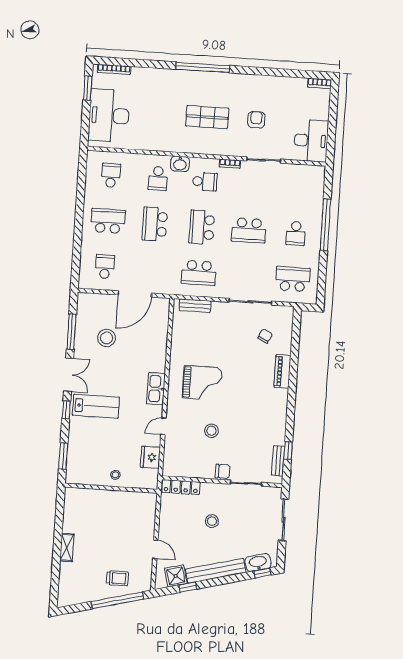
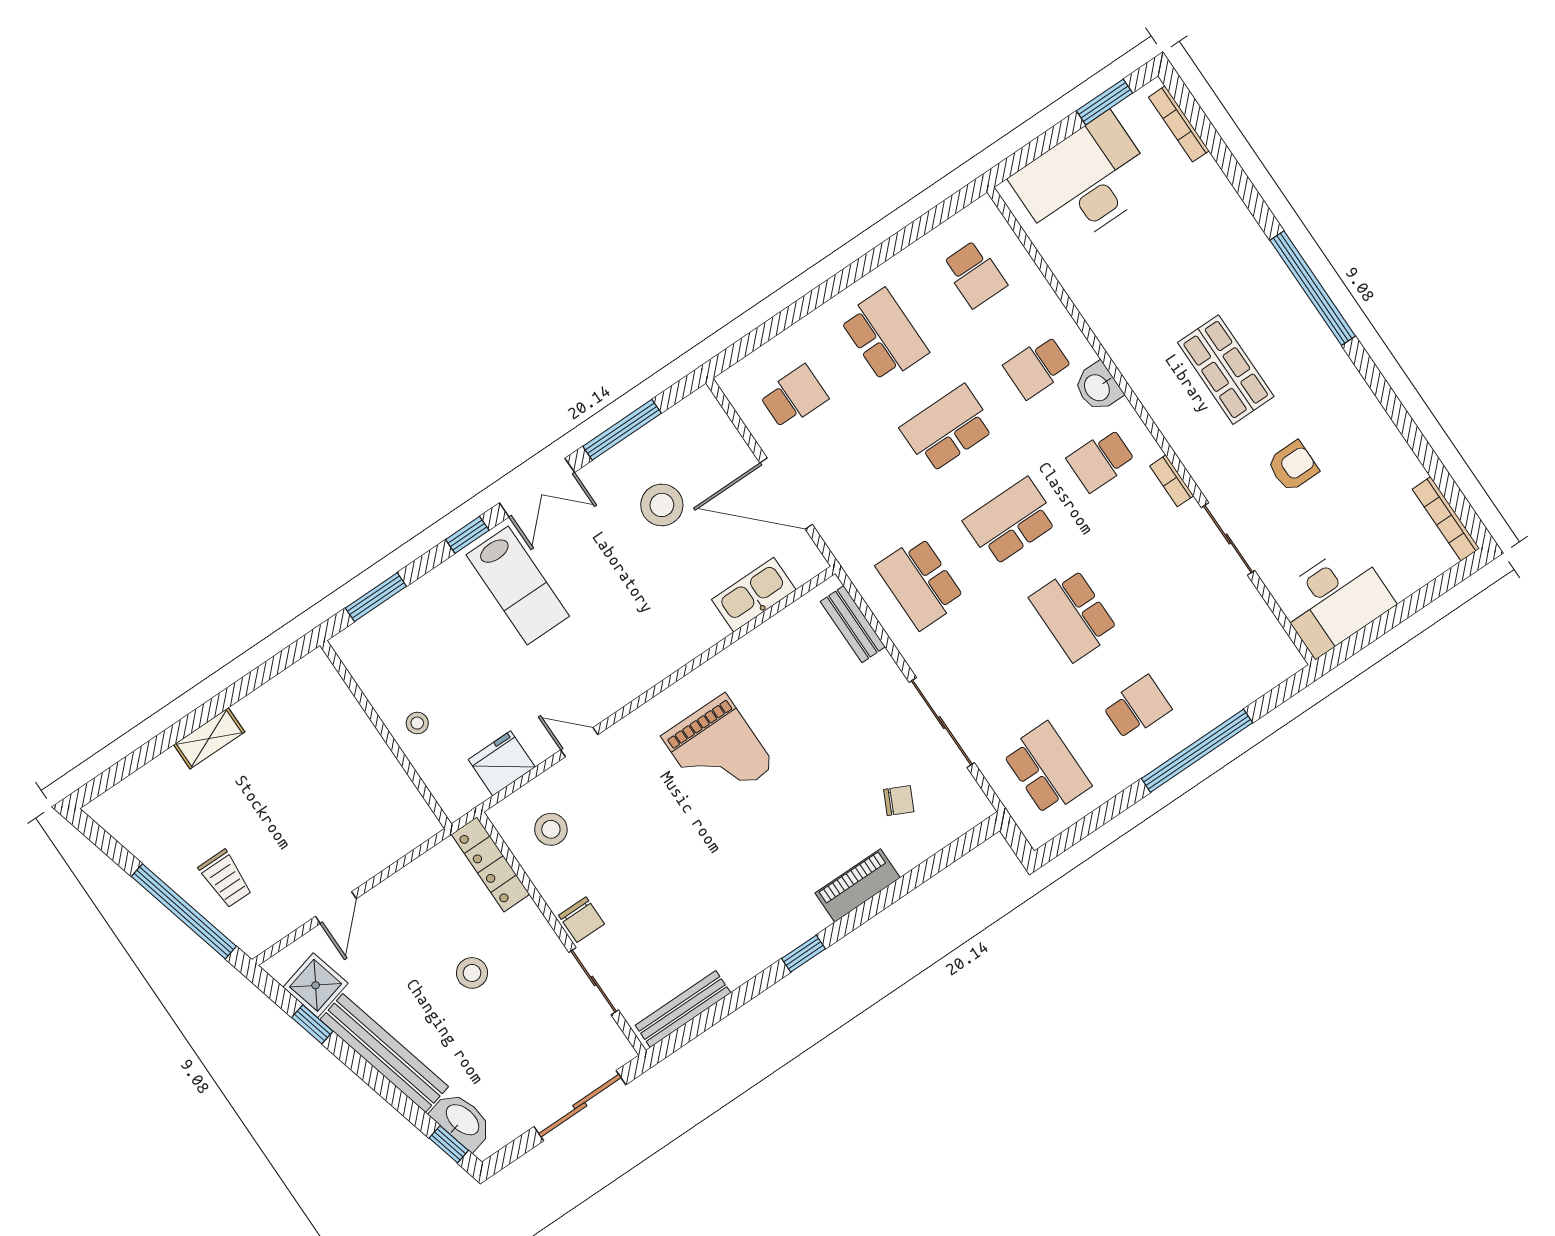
bookcase: (320, 83) -> (1446, 519), width x1.56
school desk: (111, 175) -> (975, 274), turned 90
school desk: (205, 182) -> (1101, 460), turned 90
school desk: (296, 233) -> (1137, 708), turned 180
kitchen sink: (156, 389) -> (754, 595), moved
stool: (211, 431) -> (551, 829), moved
window: (288, 451) -> (803, 954), moved
bench: (278, 461) -> (683, 1009), width x1.36

